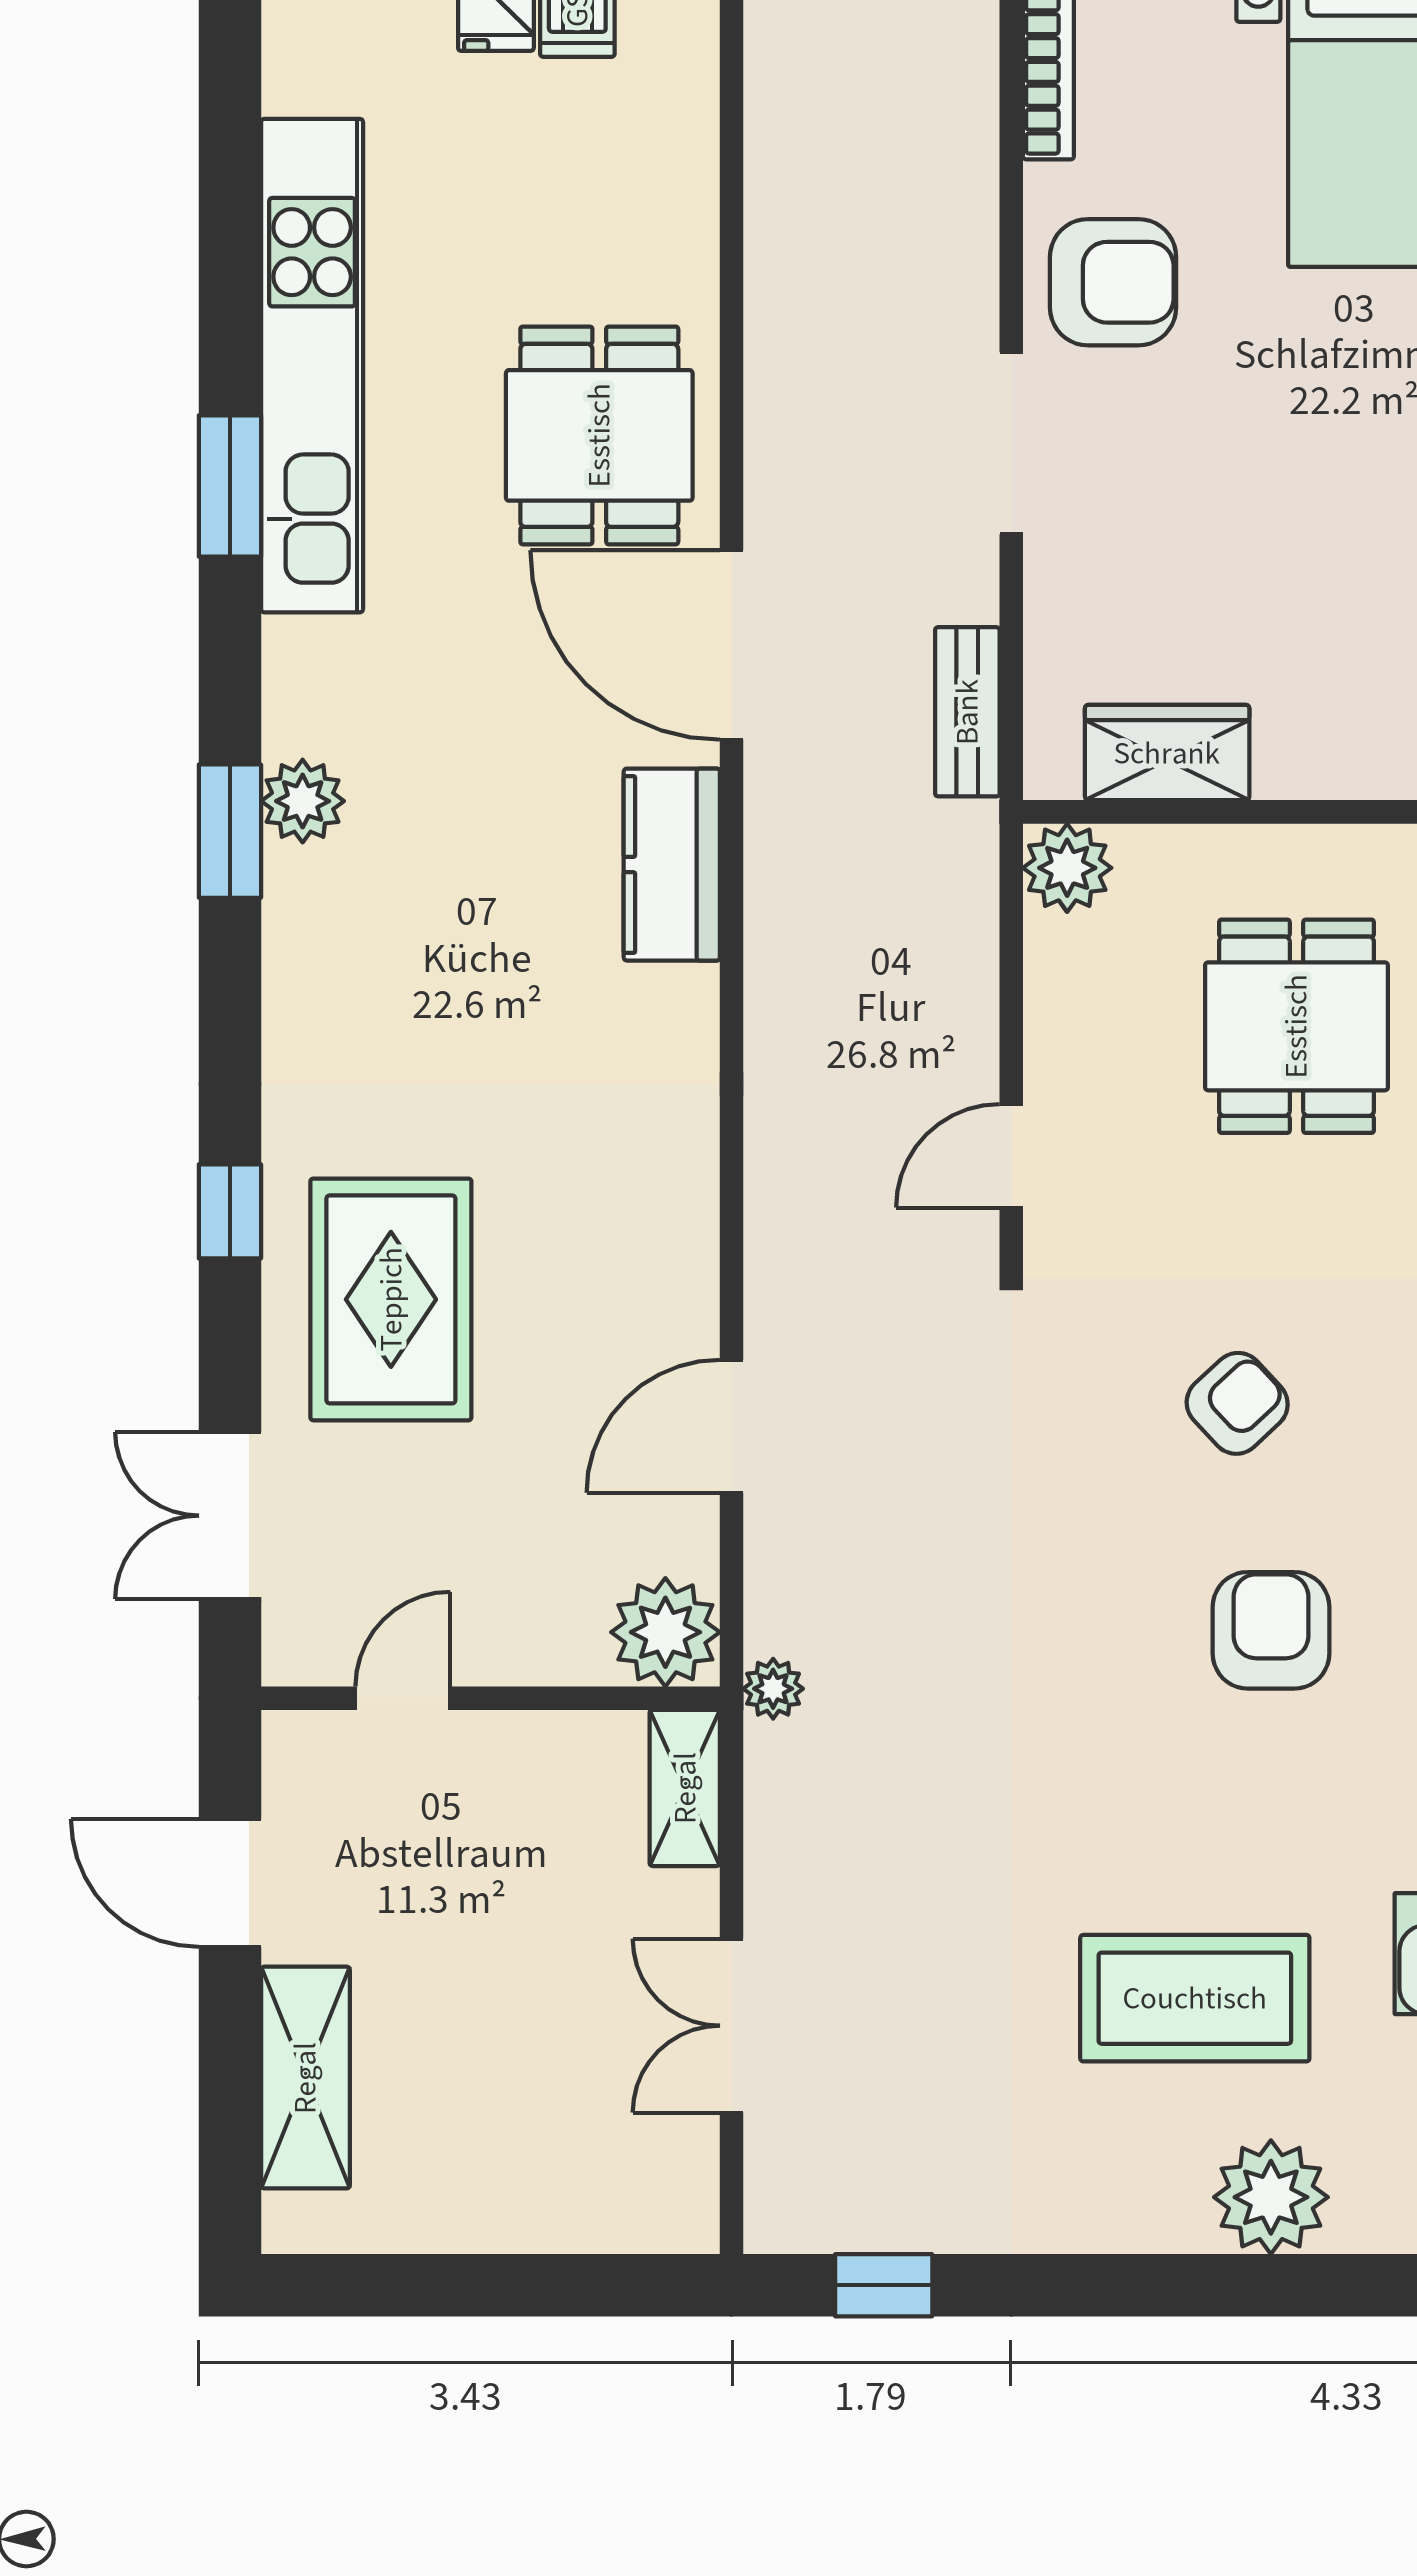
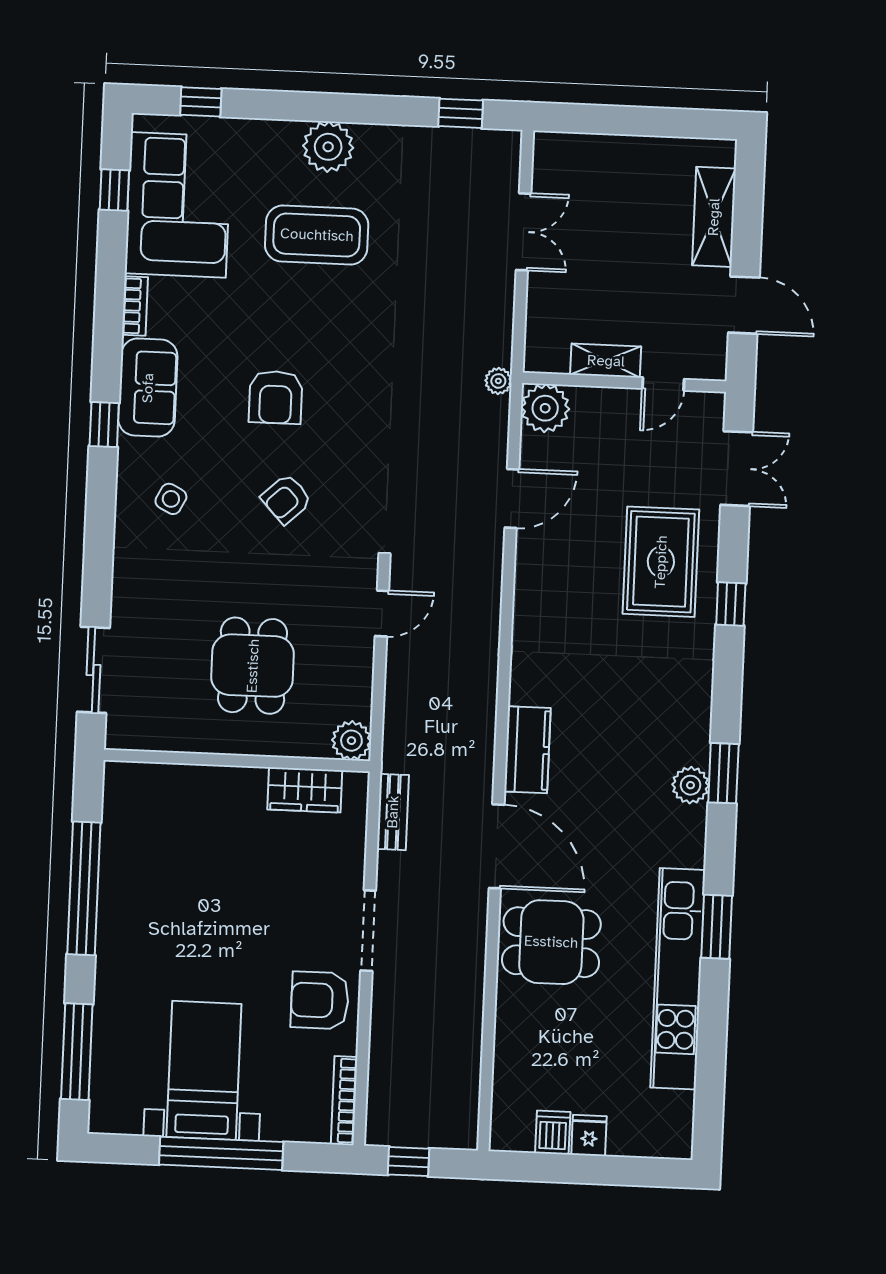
dining table: (599, 435) -> (551, 942), turned 90
shelving: (685, 1788) -> (606, 361), moved, turned 90
plant: (1271, 2197) -> (328, 147), moved

